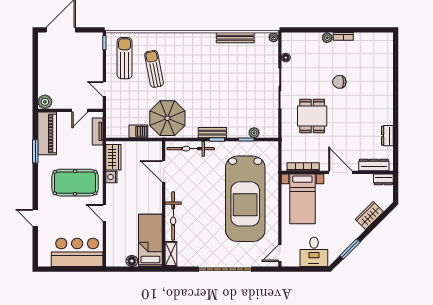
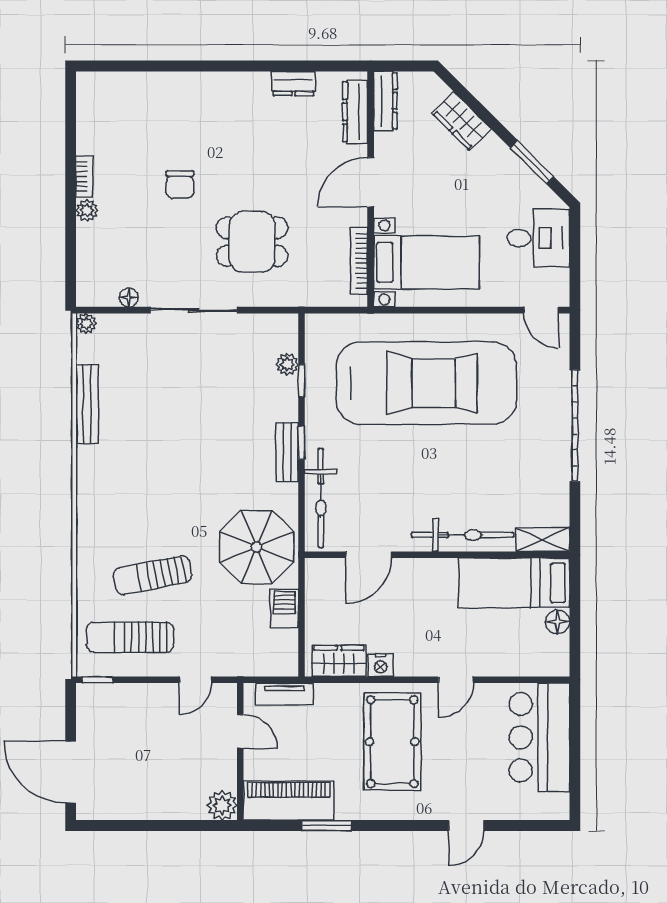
dresser: (383, 179) -> (385, 101), width x1.44

